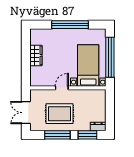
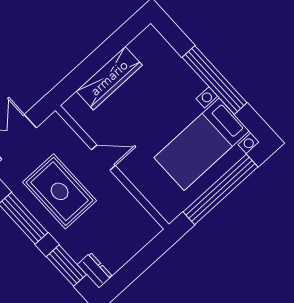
wardrobe: (36, 55) -> (109, 78), width x1.50
bed with nightstands: (88, 65) -> (202, 144), moved, turned 180

